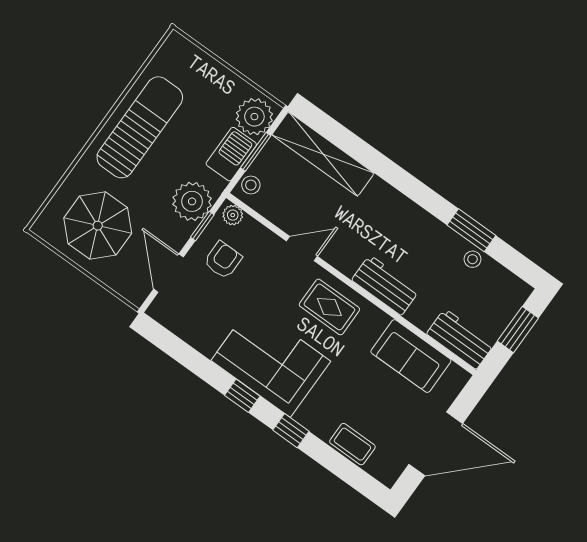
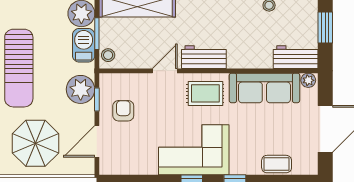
sun lounger: (140, 127) -> (19, 68), turned 180
plant: (233, 215) -> (308, 80), moved
door: (168, 273) -> (97, 141), hinge flipped
workbench: (385, 285) -> (204, 57), moved
sofa: (411, 356) -> (264, 88), width x1.36

